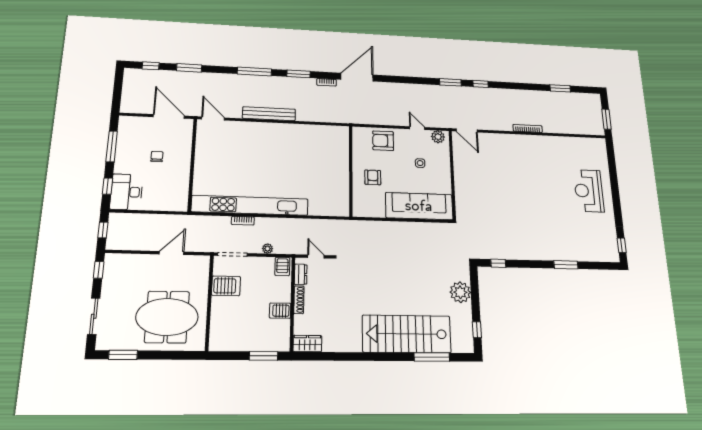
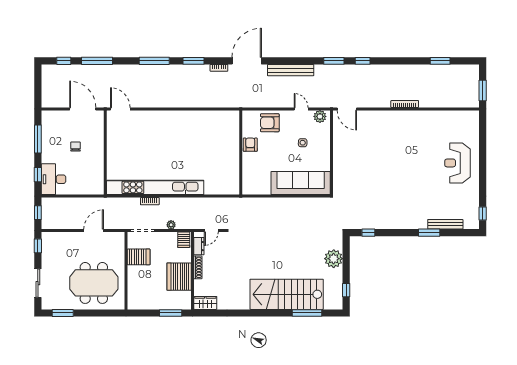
window: (189, 68) -> (97, 61), width x1.44
bench: (269, 114) -> (291, 70), moved
armchair: (373, 177) -> (250, 145), moved
door: (316, 256) -> (211, 231), swing flipped
bench: (583, 256) -> (445, 224), added
server rack: (280, 311) -> (179, 277), width x2.18, depth x1.44

